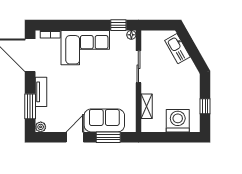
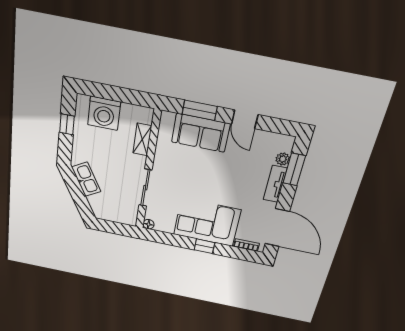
window: (118, 25) -> (204, 246), moved
kitchen sink: (177, 49) -> (86, 179), moved
plant: (41, 127) -> (283, 159), moved
door: (75, 137) -> (245, 119), hinge flipped

